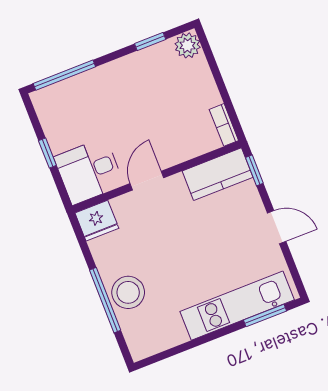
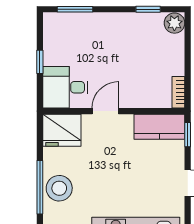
window: (64, 75) -> (75, 9), width x0.69
fridge: (97, 221) -> (62, 130), width x1.36, depth x1.34

